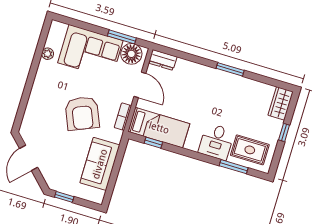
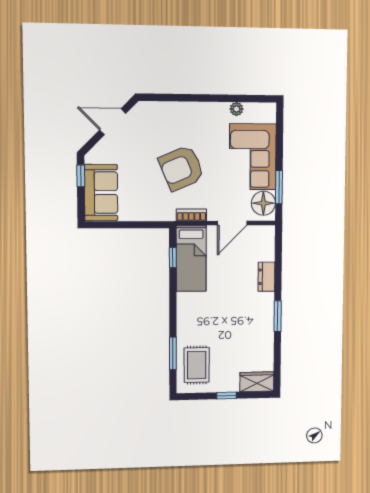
dresser: (163, 60) -> (266, 277), moved
desk: (216, 142) -> (195, 326), removed
sofa: (100, 164) -> (101, 193), moved, turned 90

